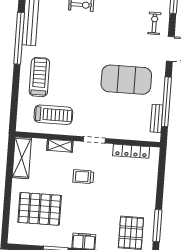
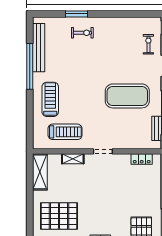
locker: (131, 151) -> (142, 159), width x0.66
trolley: (83, 177) -> (95, 185), removed

